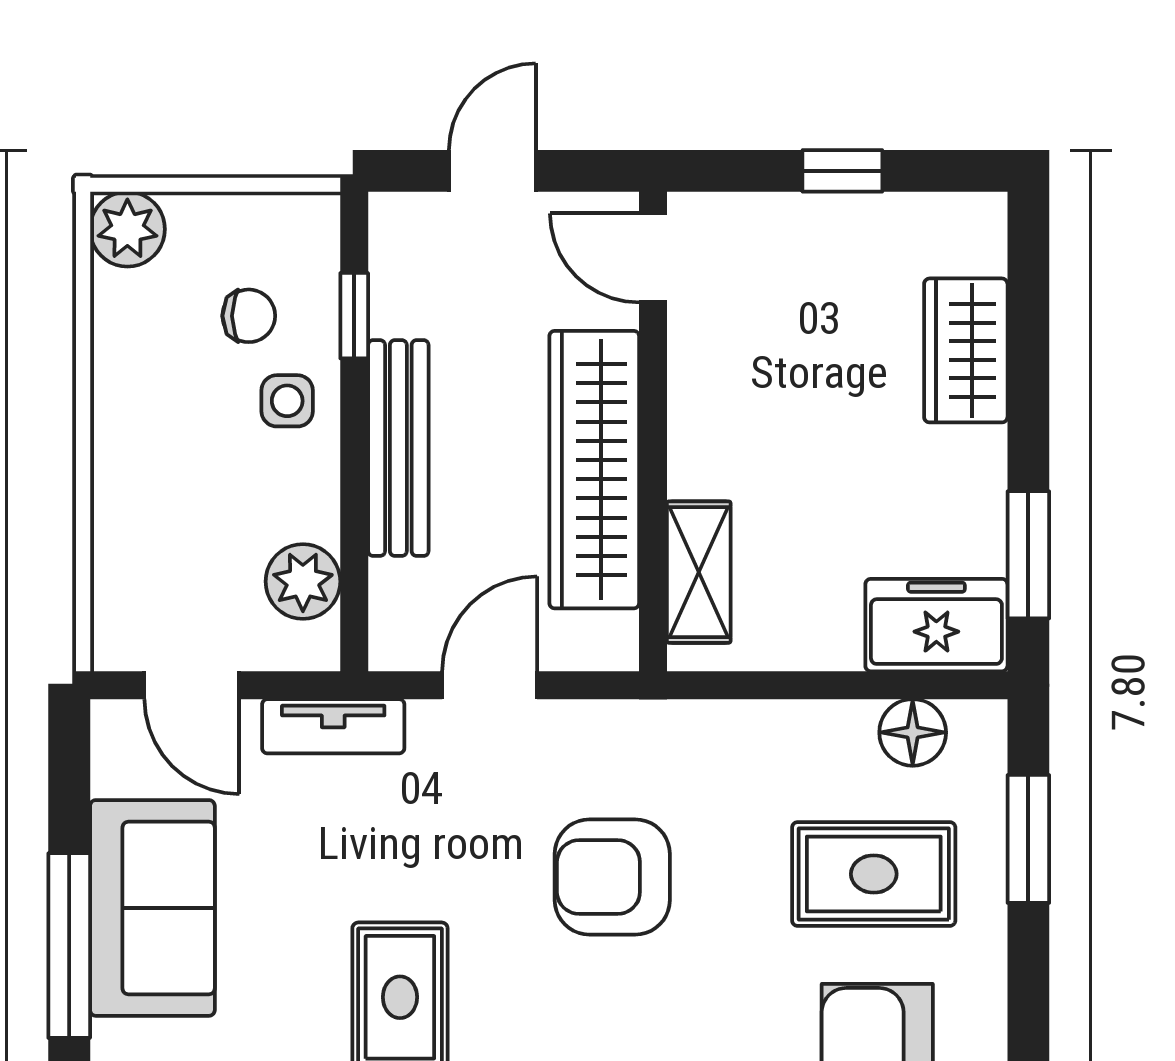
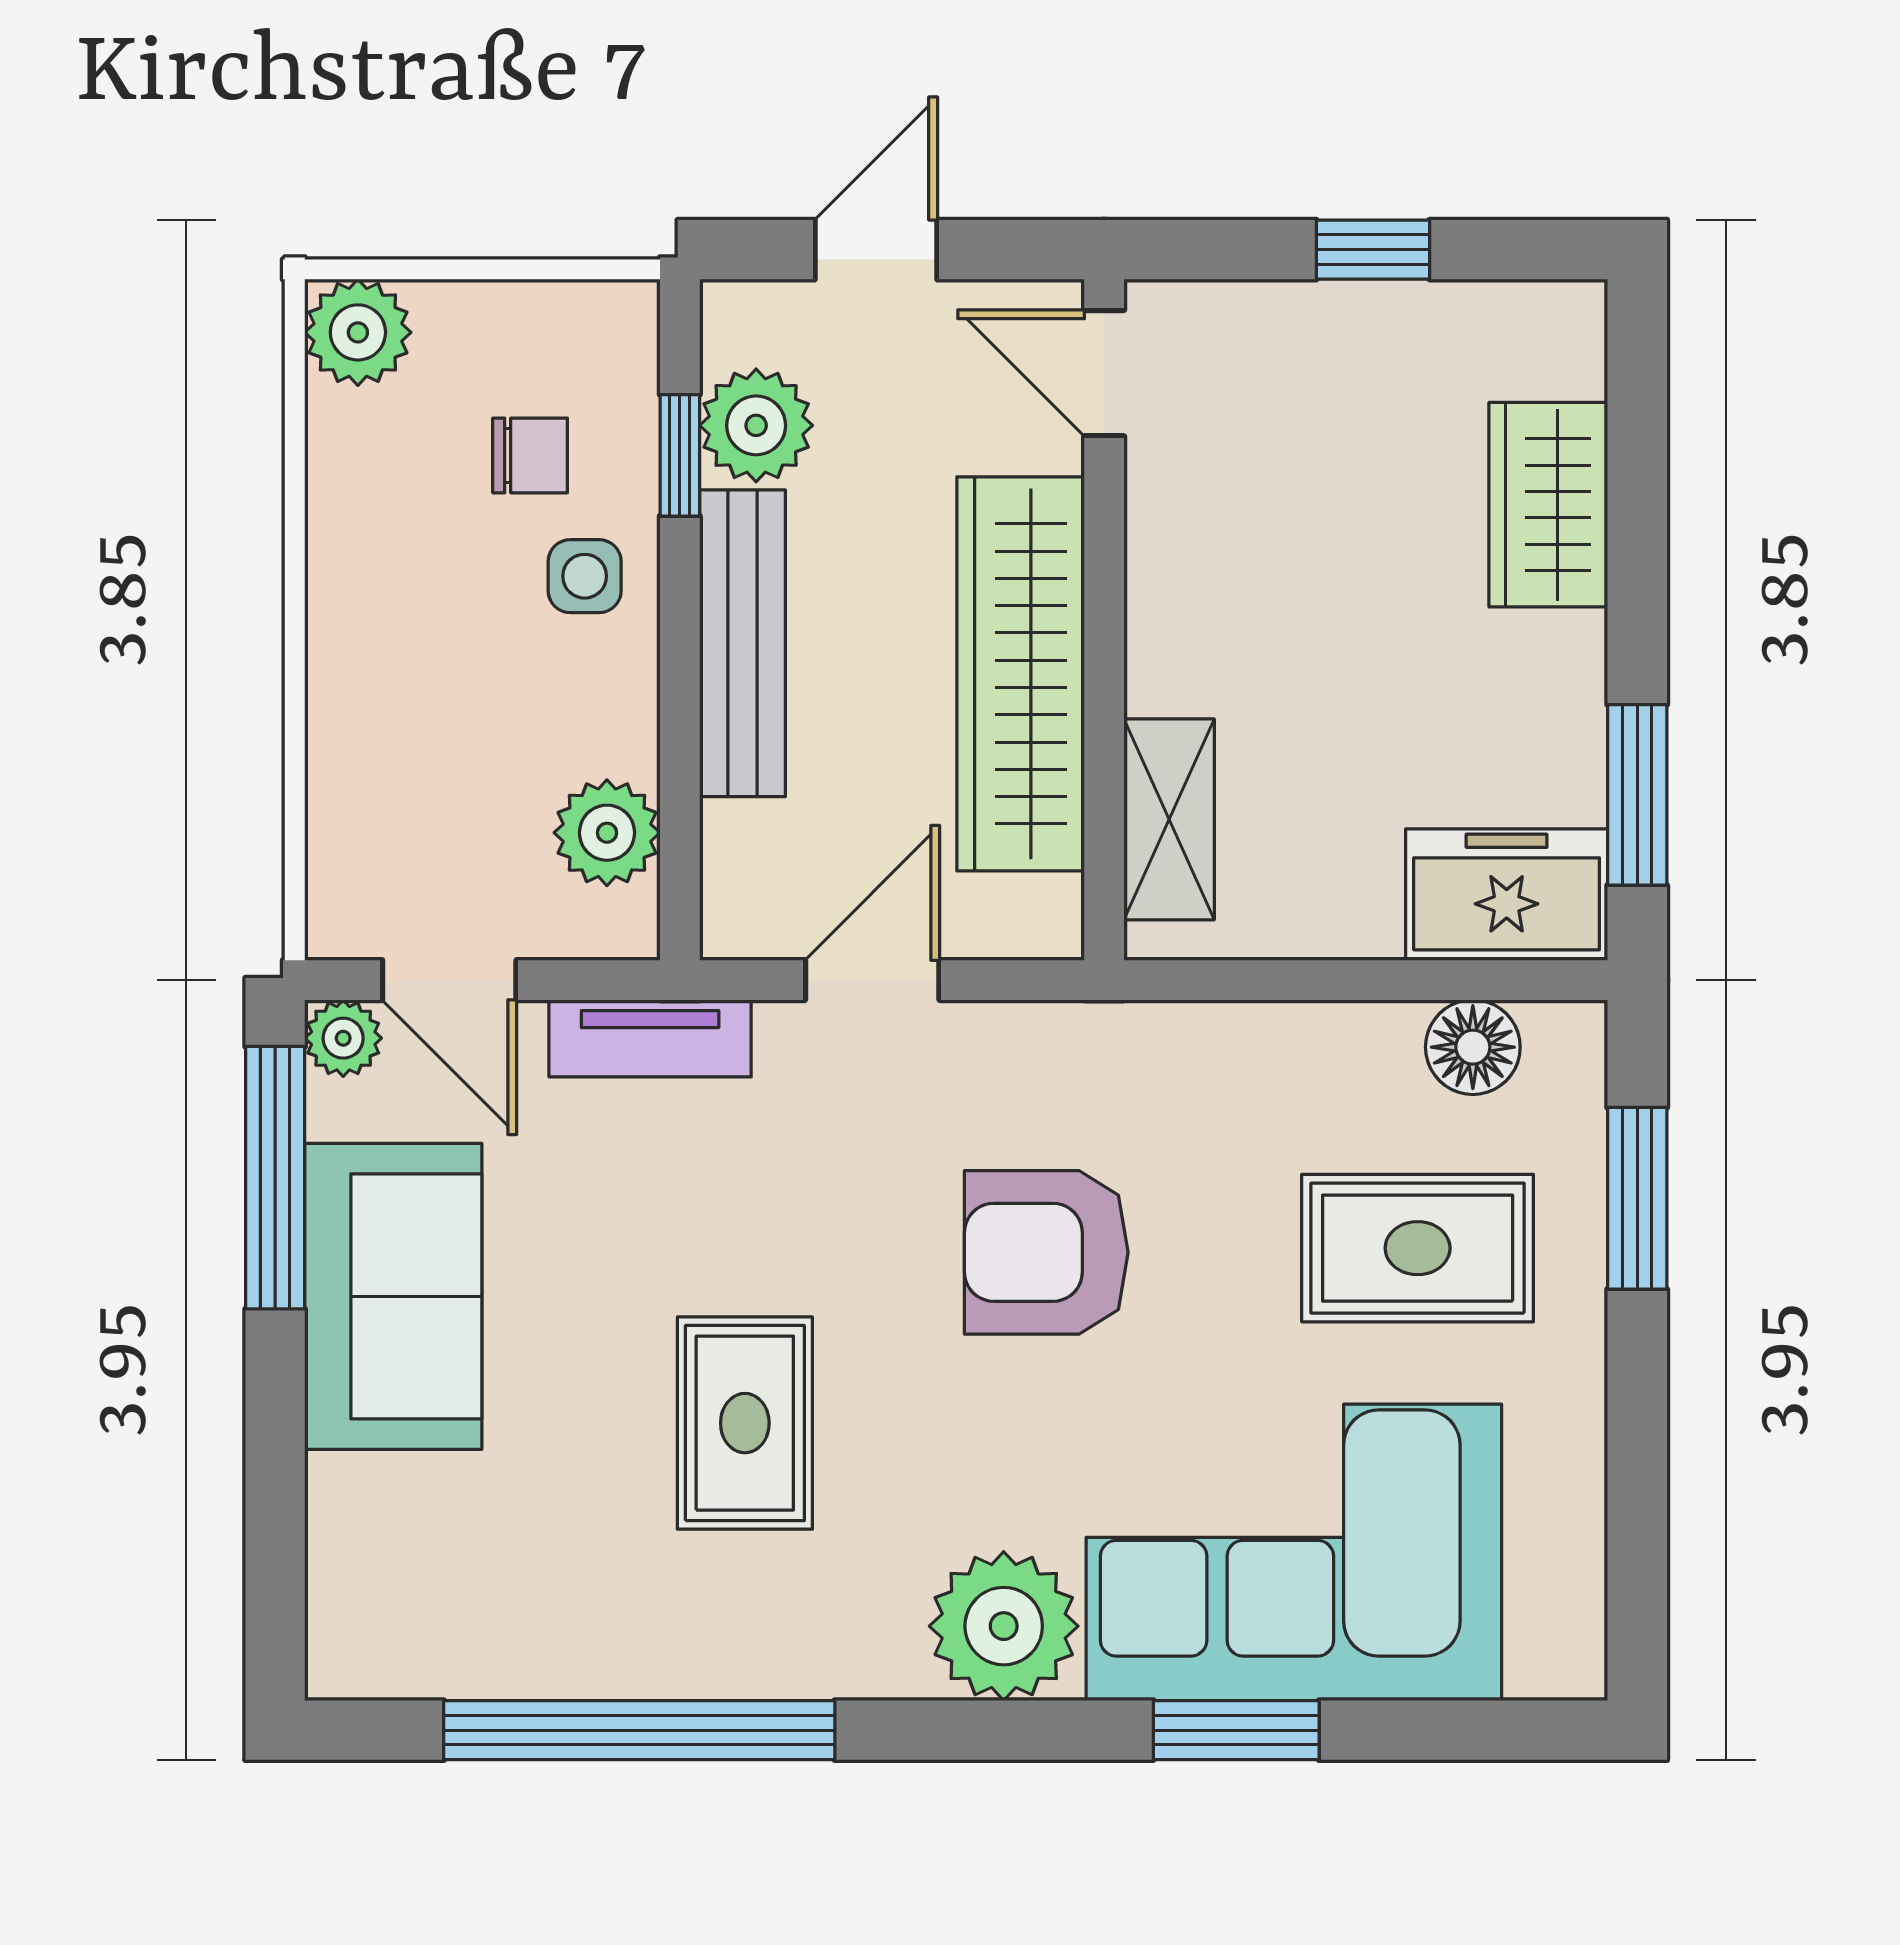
plant: (408, 295) -> (756, 425), added
plant: (117, 726) -> (343, 1038), added
window: (69, 946) -> (275, 1178), moved

